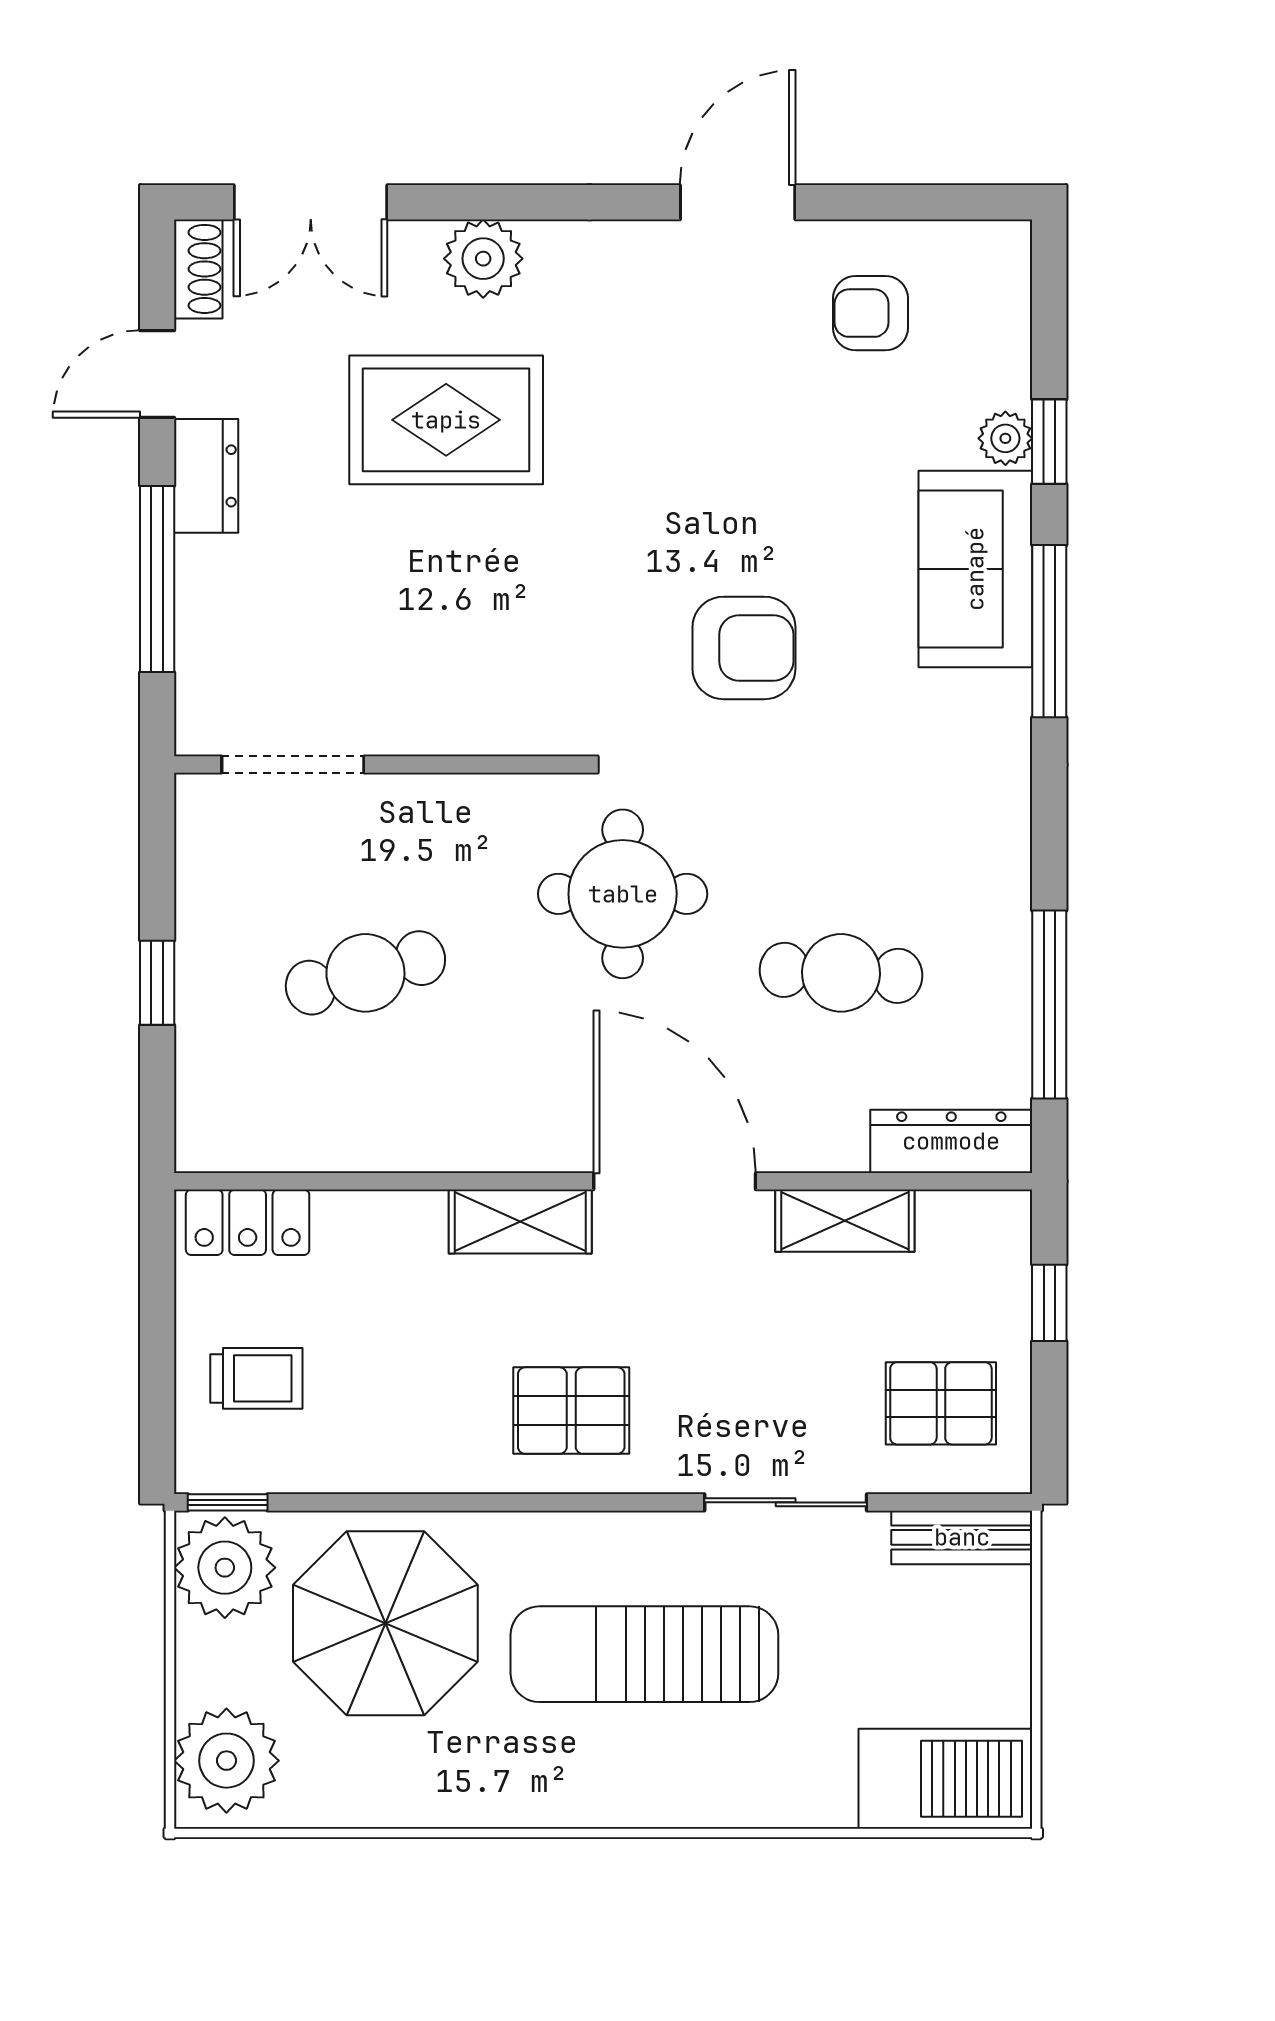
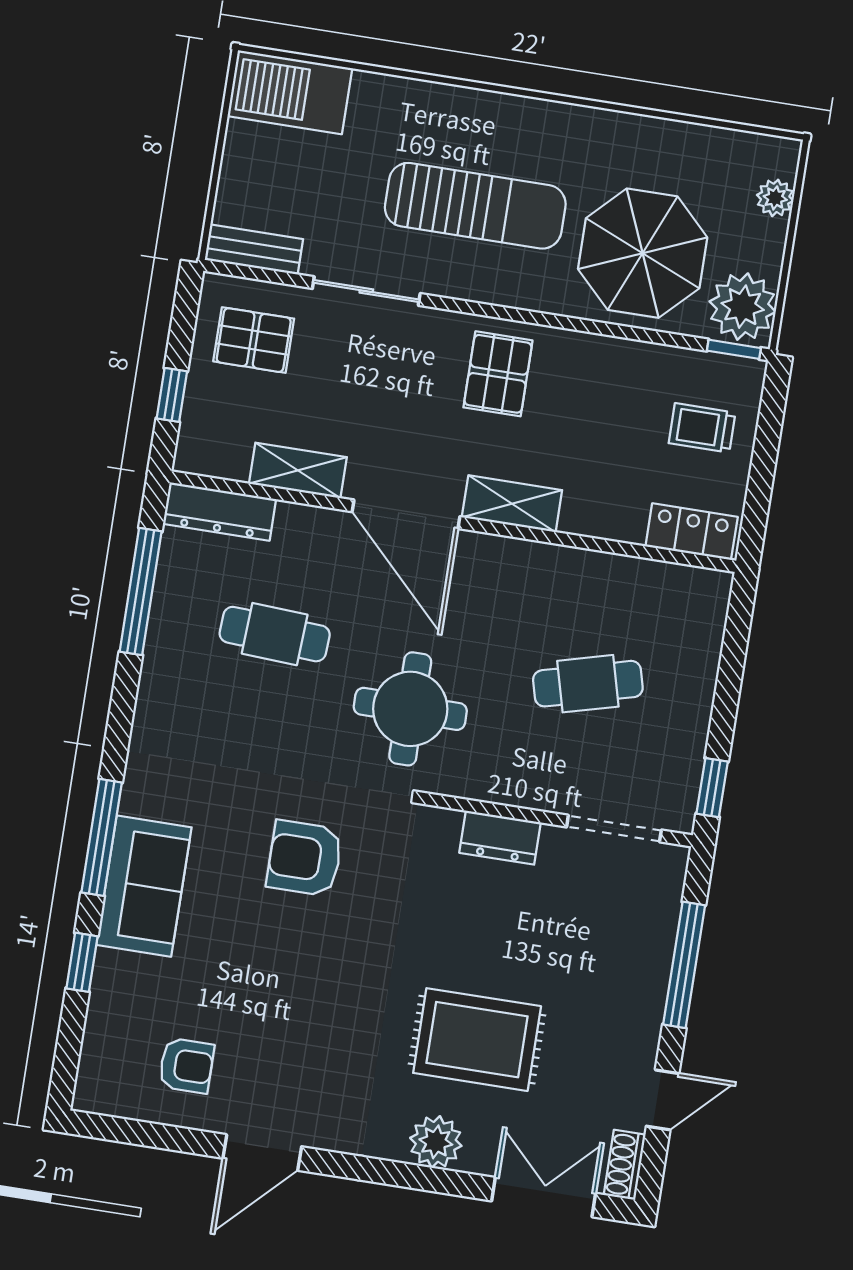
plant: (1005, 438) -> (111, 969), removed
dresser: (206, 476) -> (500, 838), moved, turned -90
window: (157, 983) -> (712, 788), moved
pallet: (571, 1411) -> (498, 374), turned 90
plant: (226, 1761) -> (775, 198), width x0.53, depth x0.53

